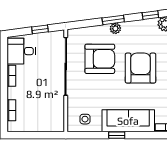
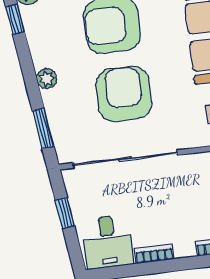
window: (113, 20) -> (43, 128), moved
armchair: (100, 59) -> (124, 94), moved

